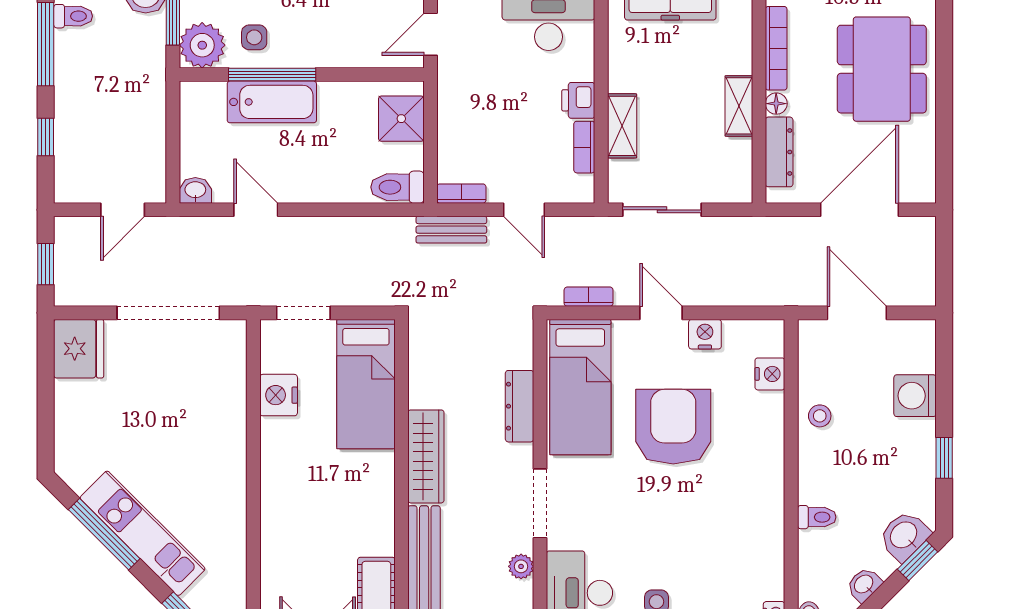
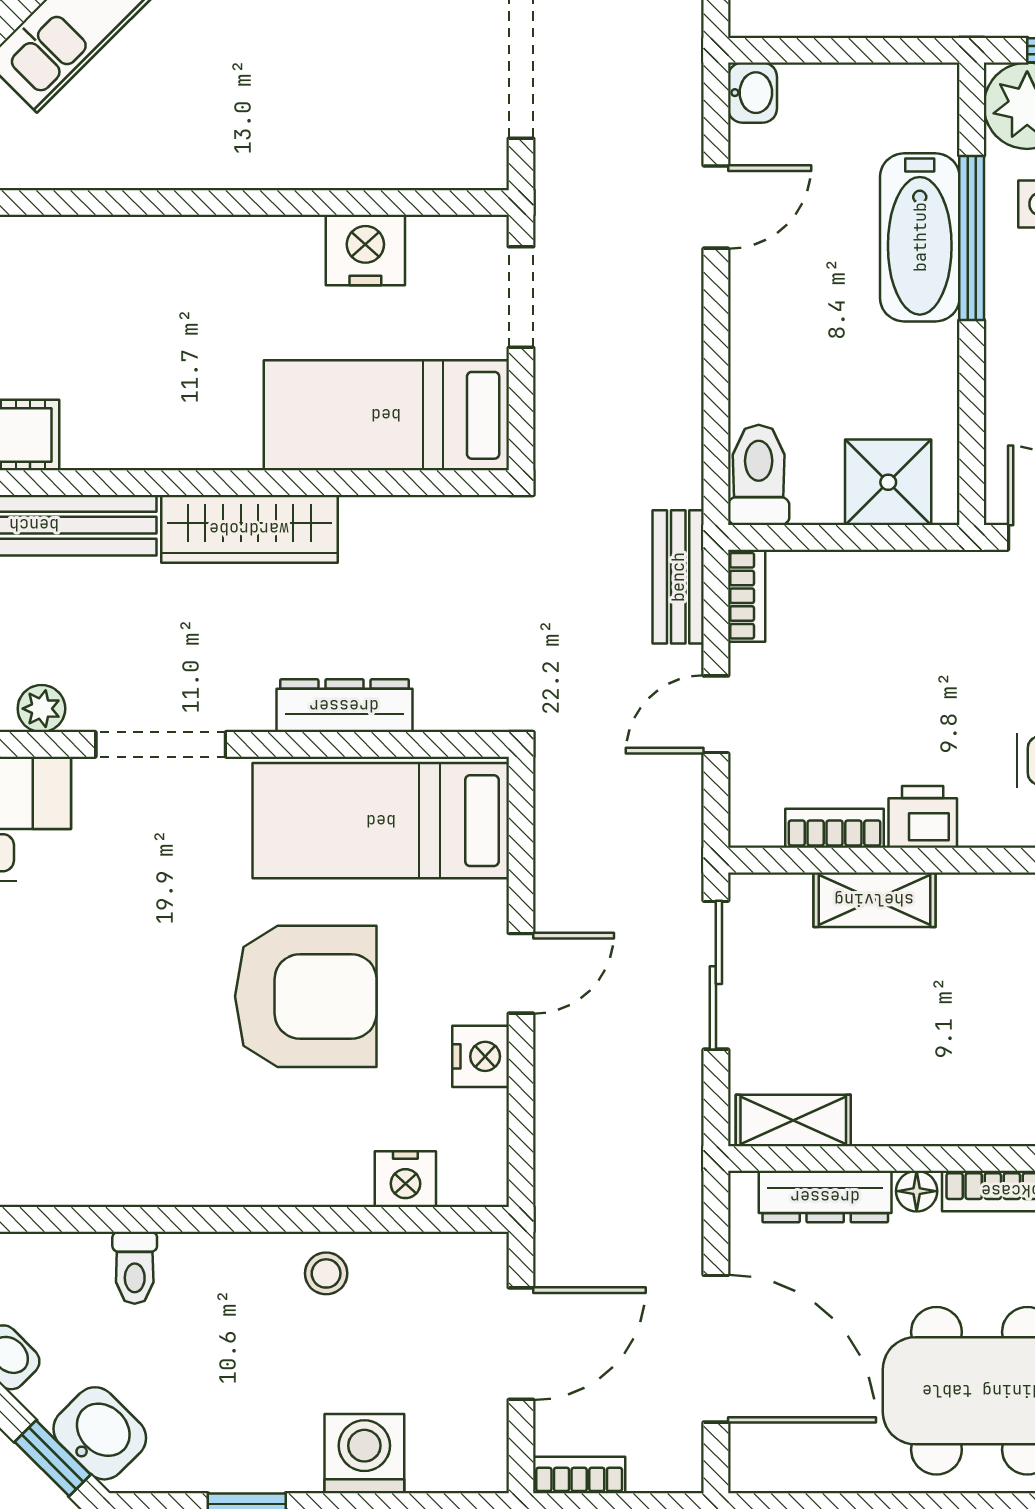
shelving: (739, 106) -> (793, 1120), moved
bookcase: (589, 297) -> (579, 1475), moved, turned -90

